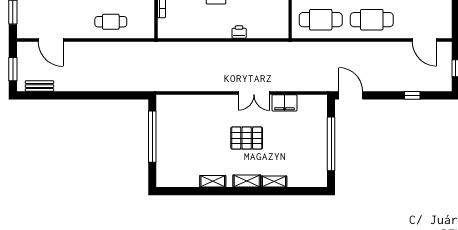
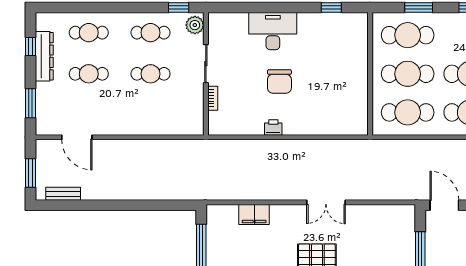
cafe table: (111, 22) -> (151, 115), removed
printer: (239, 32) -> (273, 127), moved
filing cabinet: (284, 103) -> (254, 214), moved

